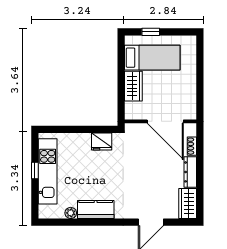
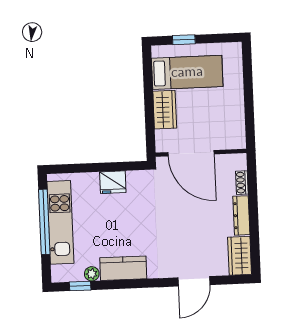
door: (165, 121) -> (191, 153), moved
fridge: (102, 142) -> (113, 182), moved
window: (35, 170) -> (44, 222), width x3.17
window: (61, 222) -> (80, 286), added

